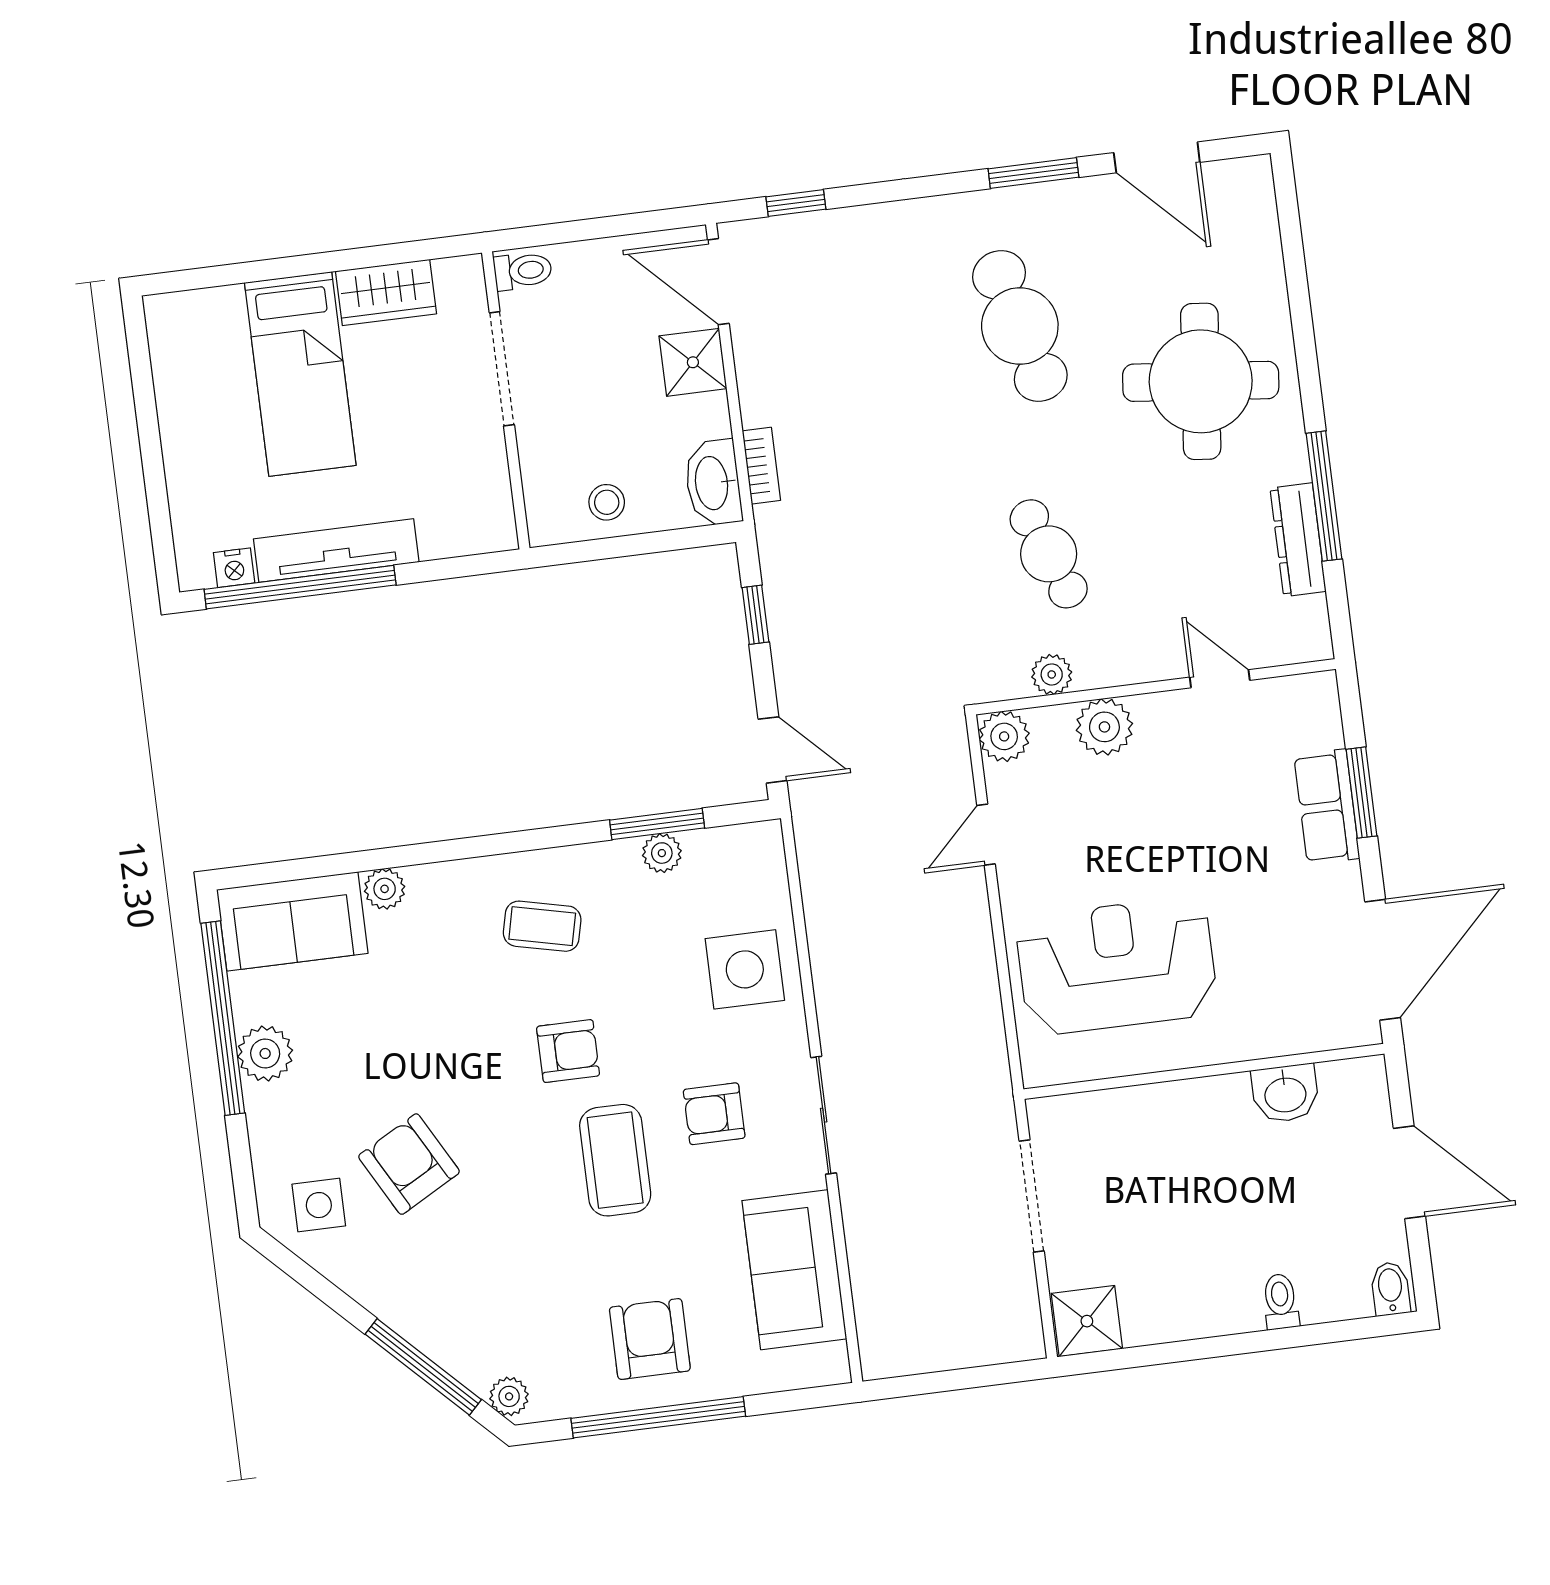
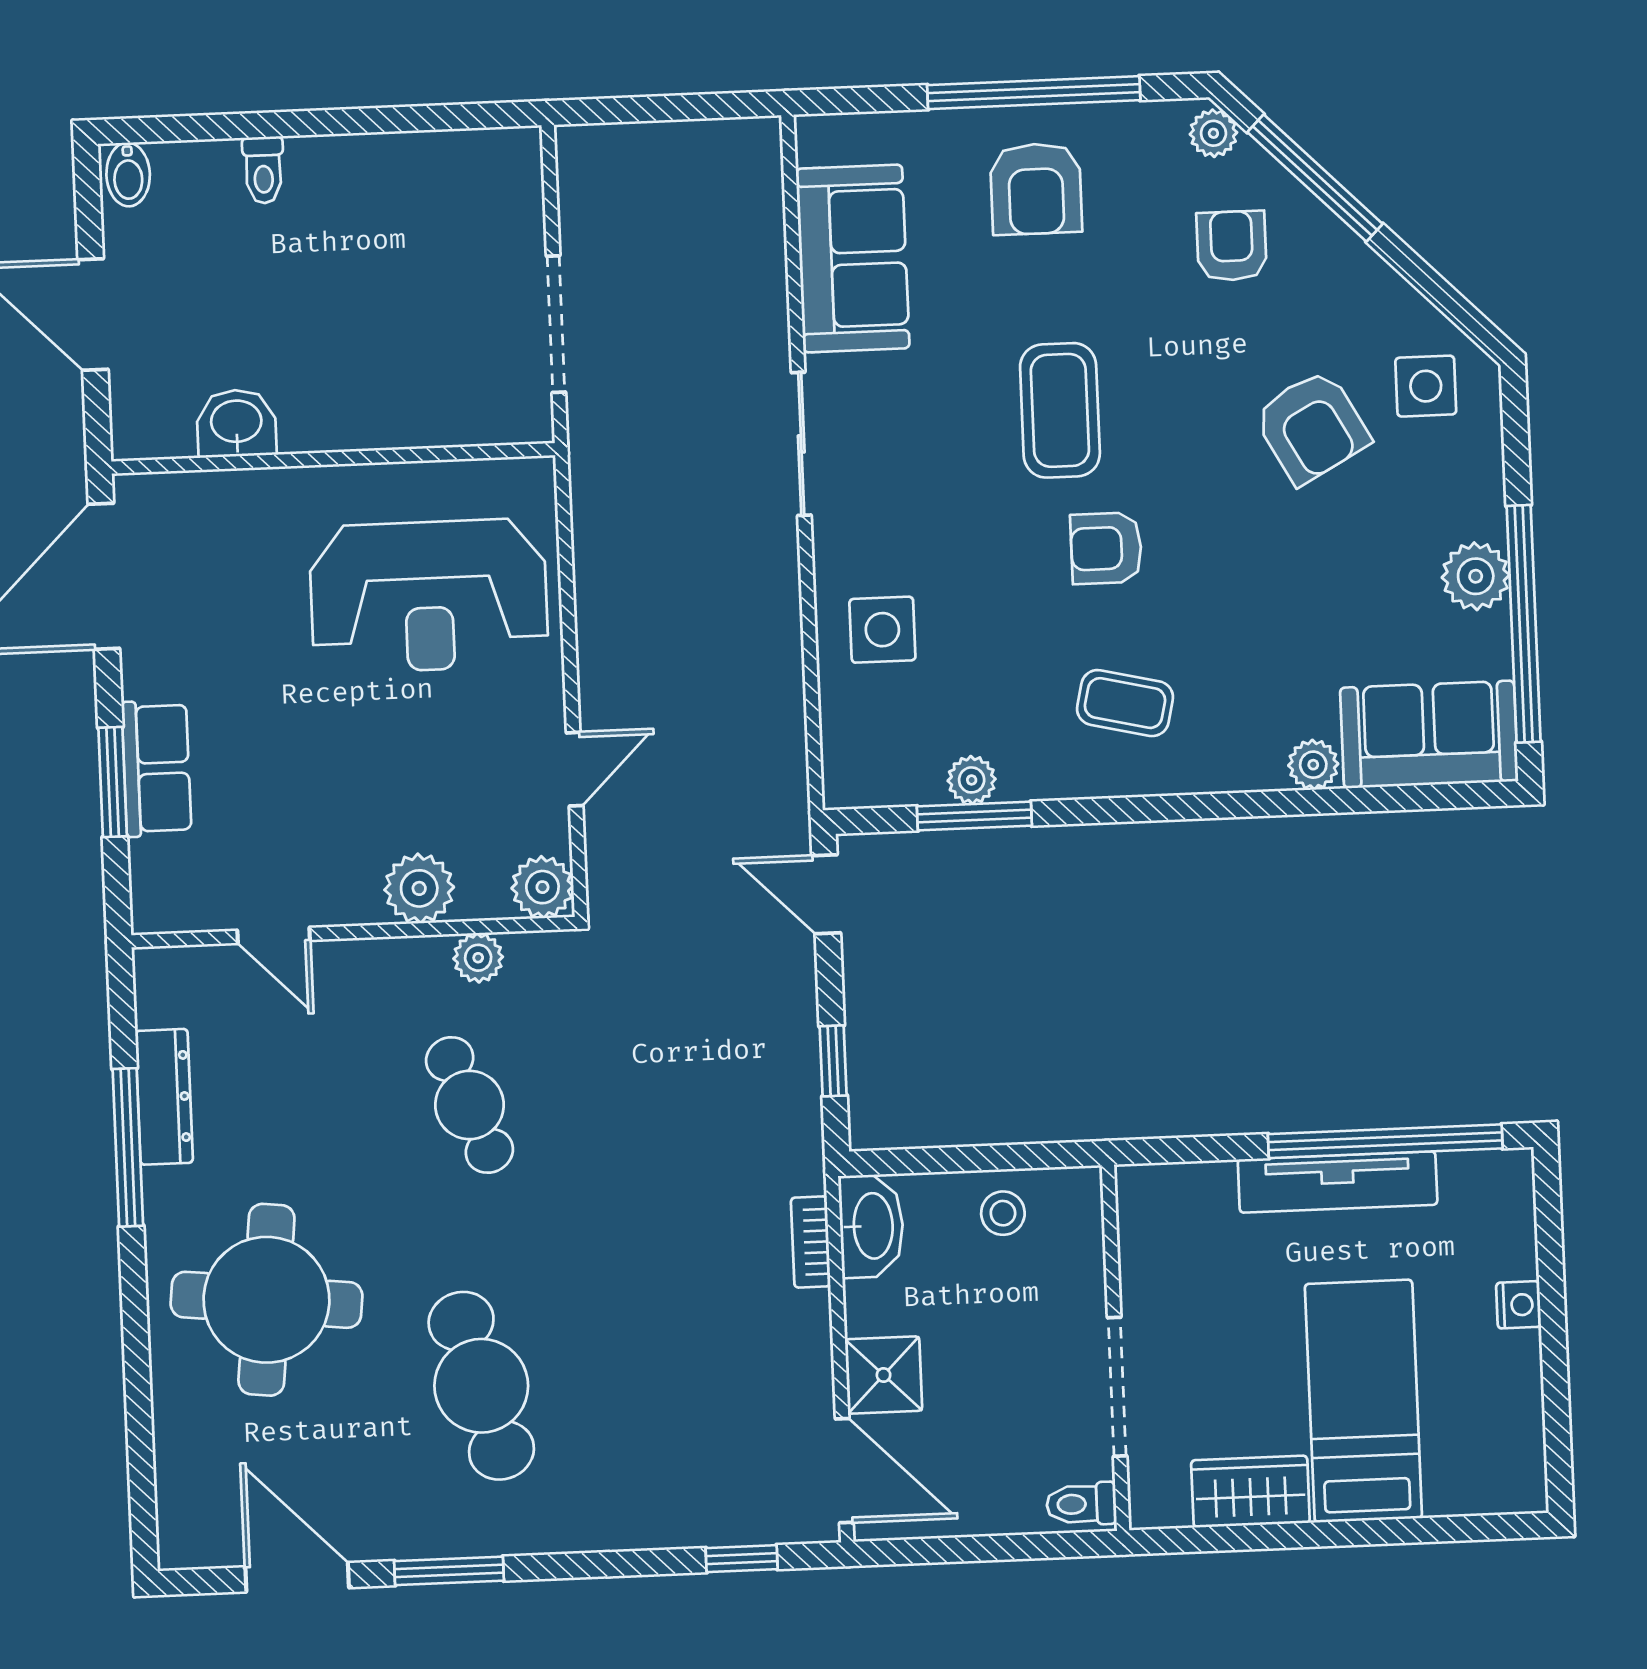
nightstand: (234, 568) -> (1519, 1305), moved, turned 90
side table: (745, 969) -> (882, 630), width x0.73, depth x0.73
armchair: (714, 1114) -> (1232, 246), moved, turned -90
shower: (1087, 1321) -> (501, 166), removed

